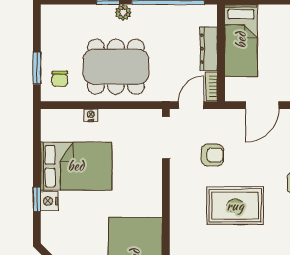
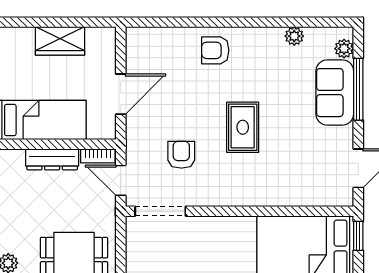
door: (262, 105) -> (121, 94), hinge flipped
rug: (235, 206) -> (243, 127), width x0.73, depth x0.70

